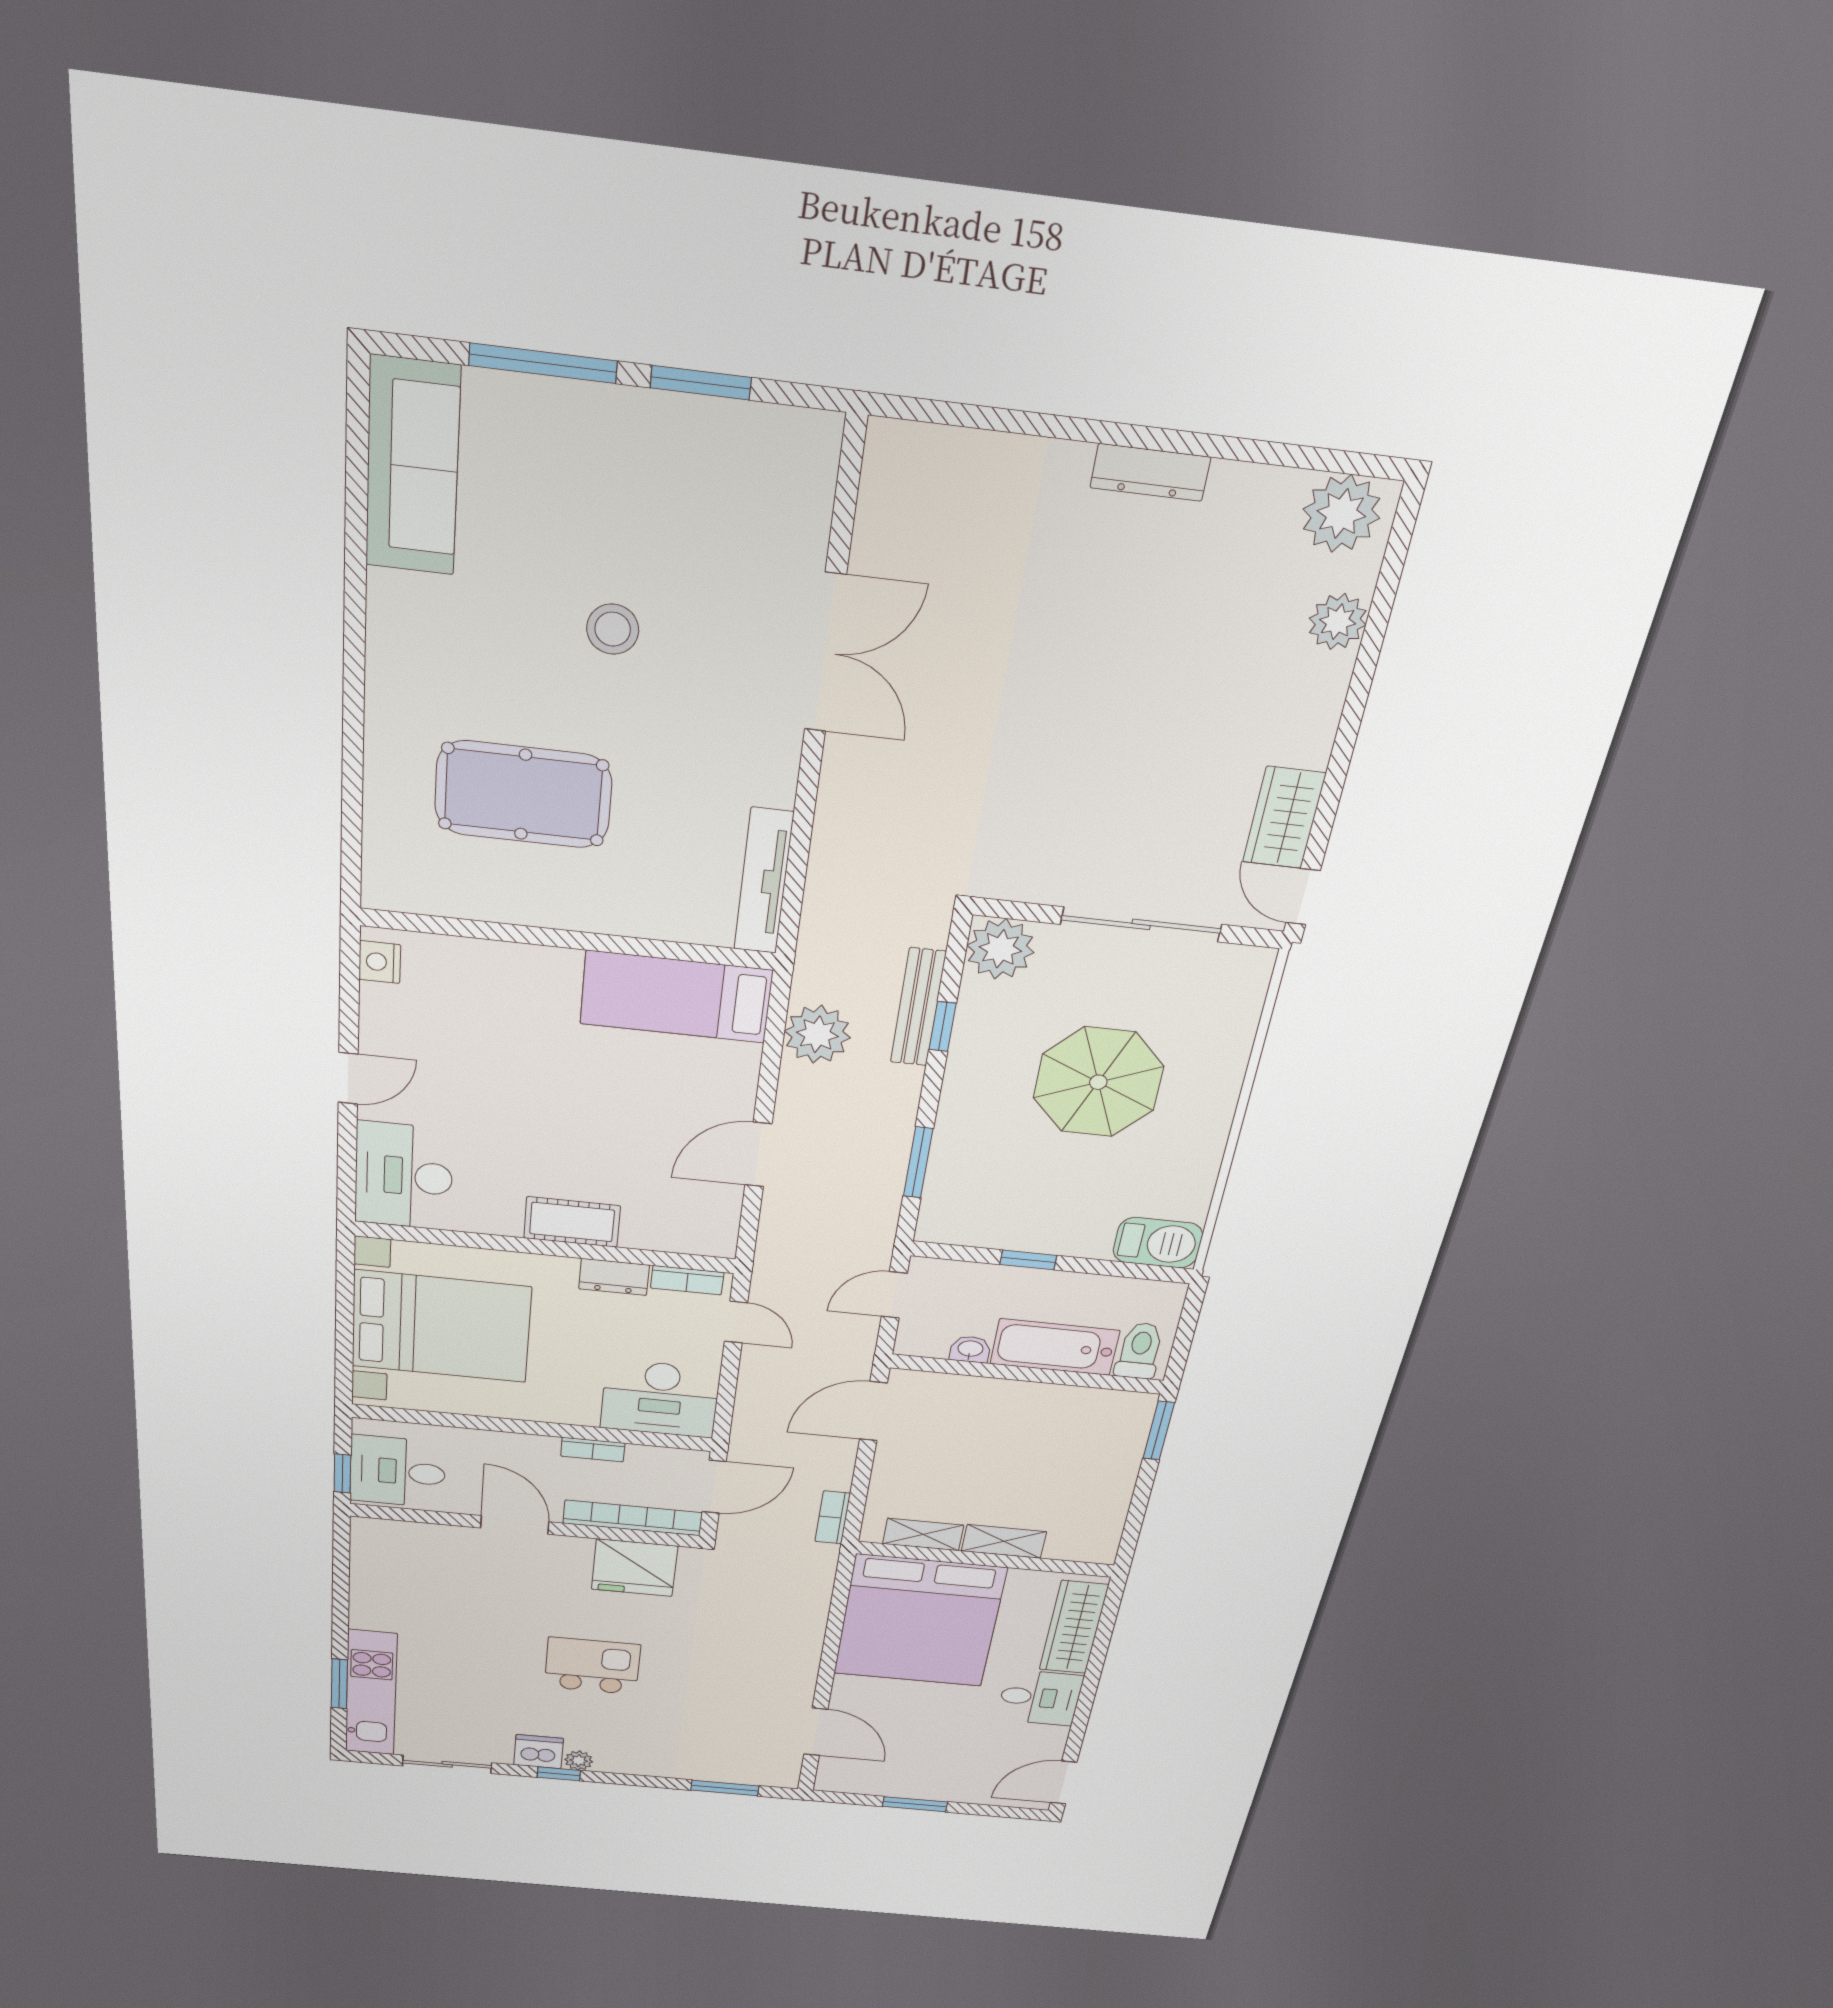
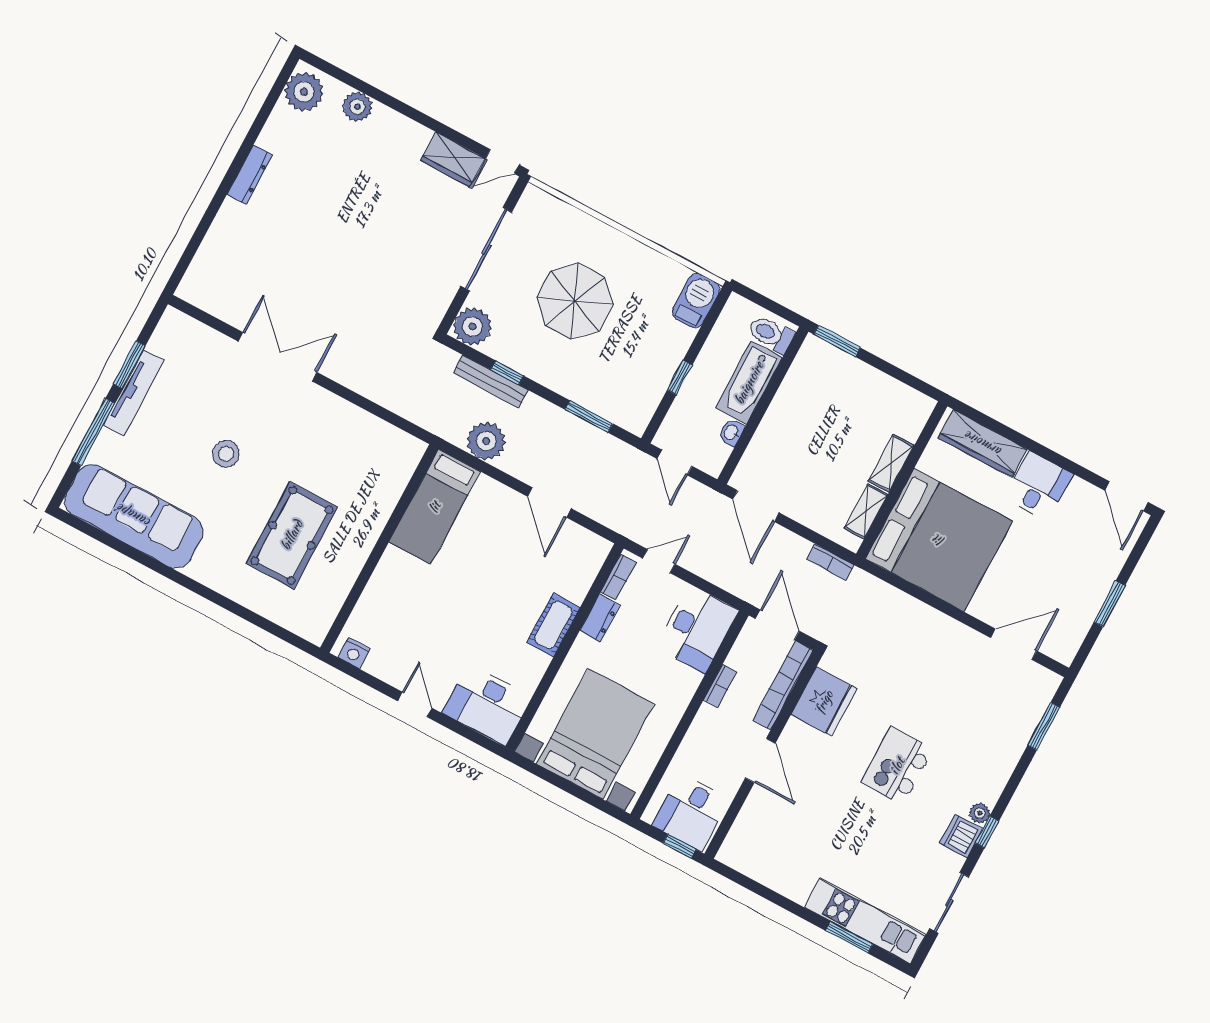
sofa: (412, 467) -> (134, 516), width x1.36, depth x1.27
tv unit: (764, 881) -> (134, 393), moved, turned -90
door: (515, 1525) -> (760, 761), swing flipped

